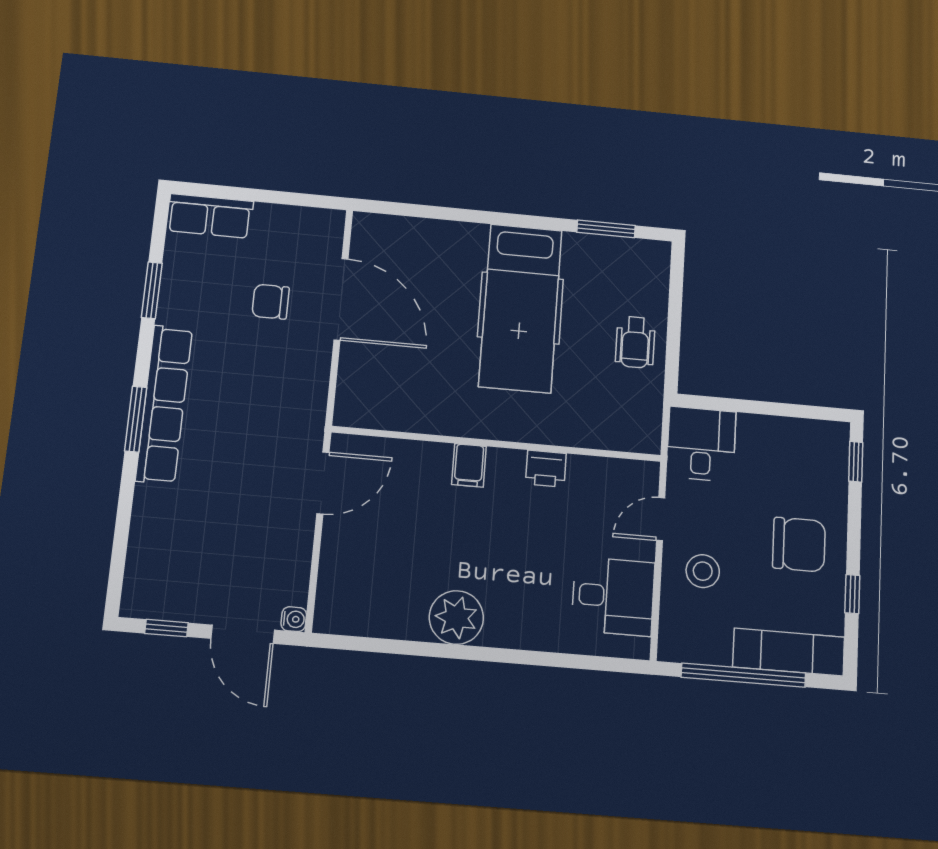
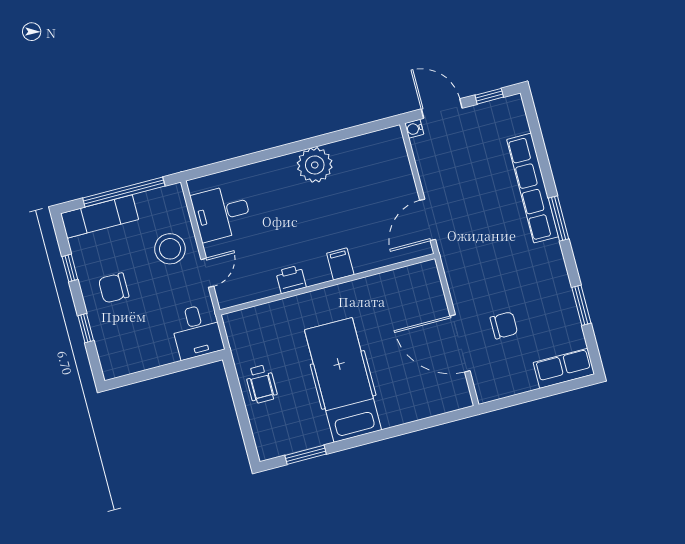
wheelchair: (635, 342) -> (261, 384), turned 180
row of seats: (164, 404) -> (533, 188), moved
window: (856, 462) -> (86, 328), moved
chair: (799, 545) -> (114, 288), width x0.73, depth x0.73
stool: (703, 571) -> (170, 249), width x1.38, depth x1.38

